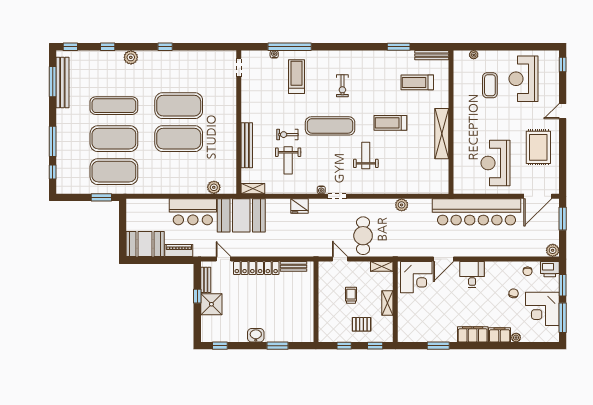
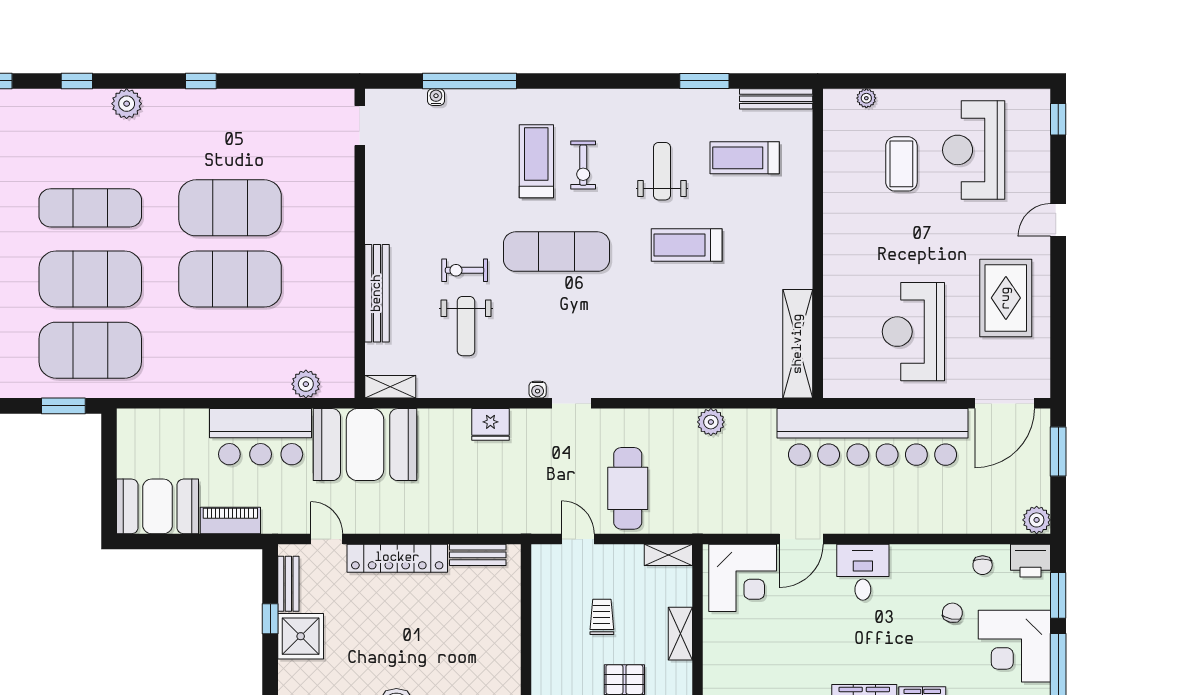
treadmill: (296, 77) -> (536, 161), moved
shelving: (442, 134) -> (798, 344), moved
weight bench: (366, 155) -> (662, 171), moved

